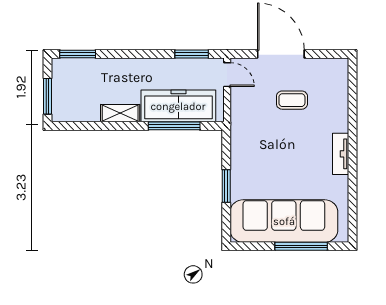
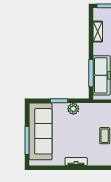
shelving: (120, 113) -> (98, 32), moved
plant: (241, 159) -> (73, 109), added

